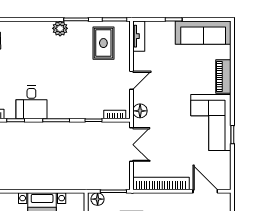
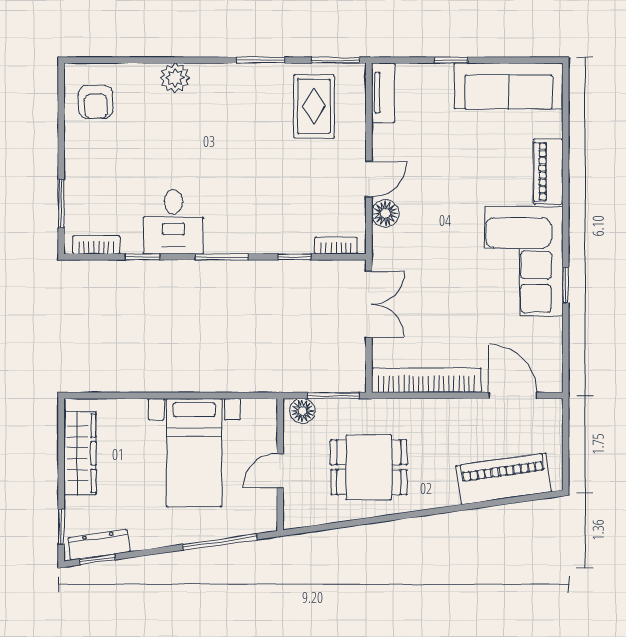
plant: (60, 28) -> (175, 78), moved
floor lamp: (140, 111) -> (385, 213), moved

